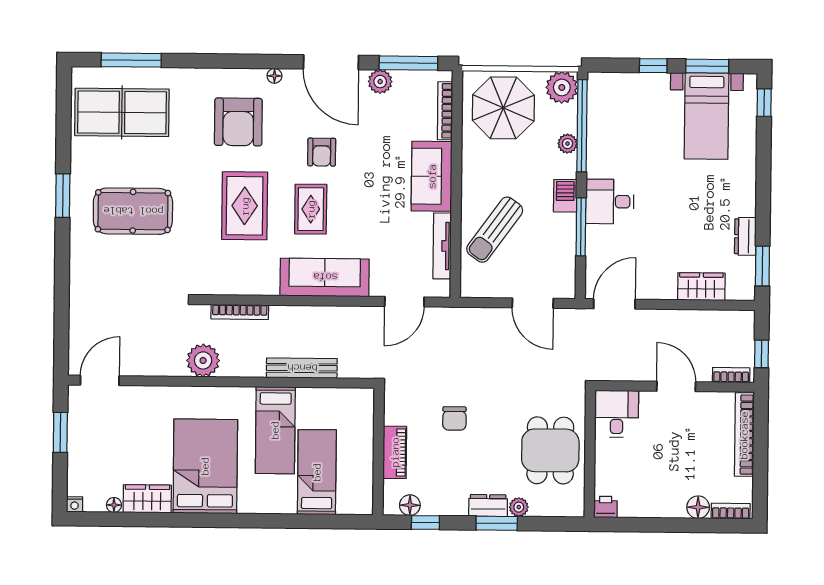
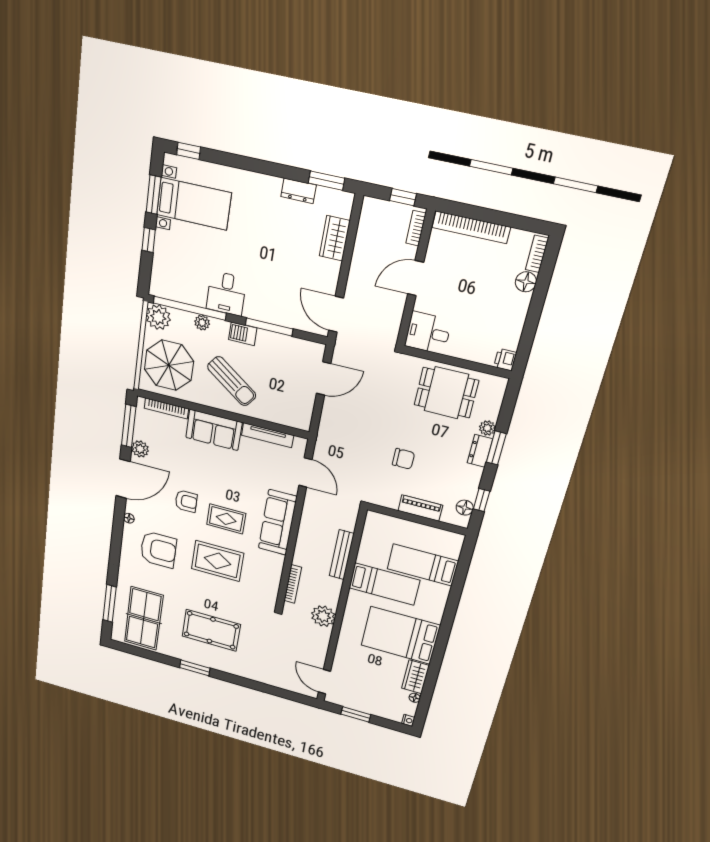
desk: (610, 202) -> (226, 293), moved
pool table: (133, 211) -> (211, 630), turned 90
sun lounger: (495, 230) -> (232, 381), moved

